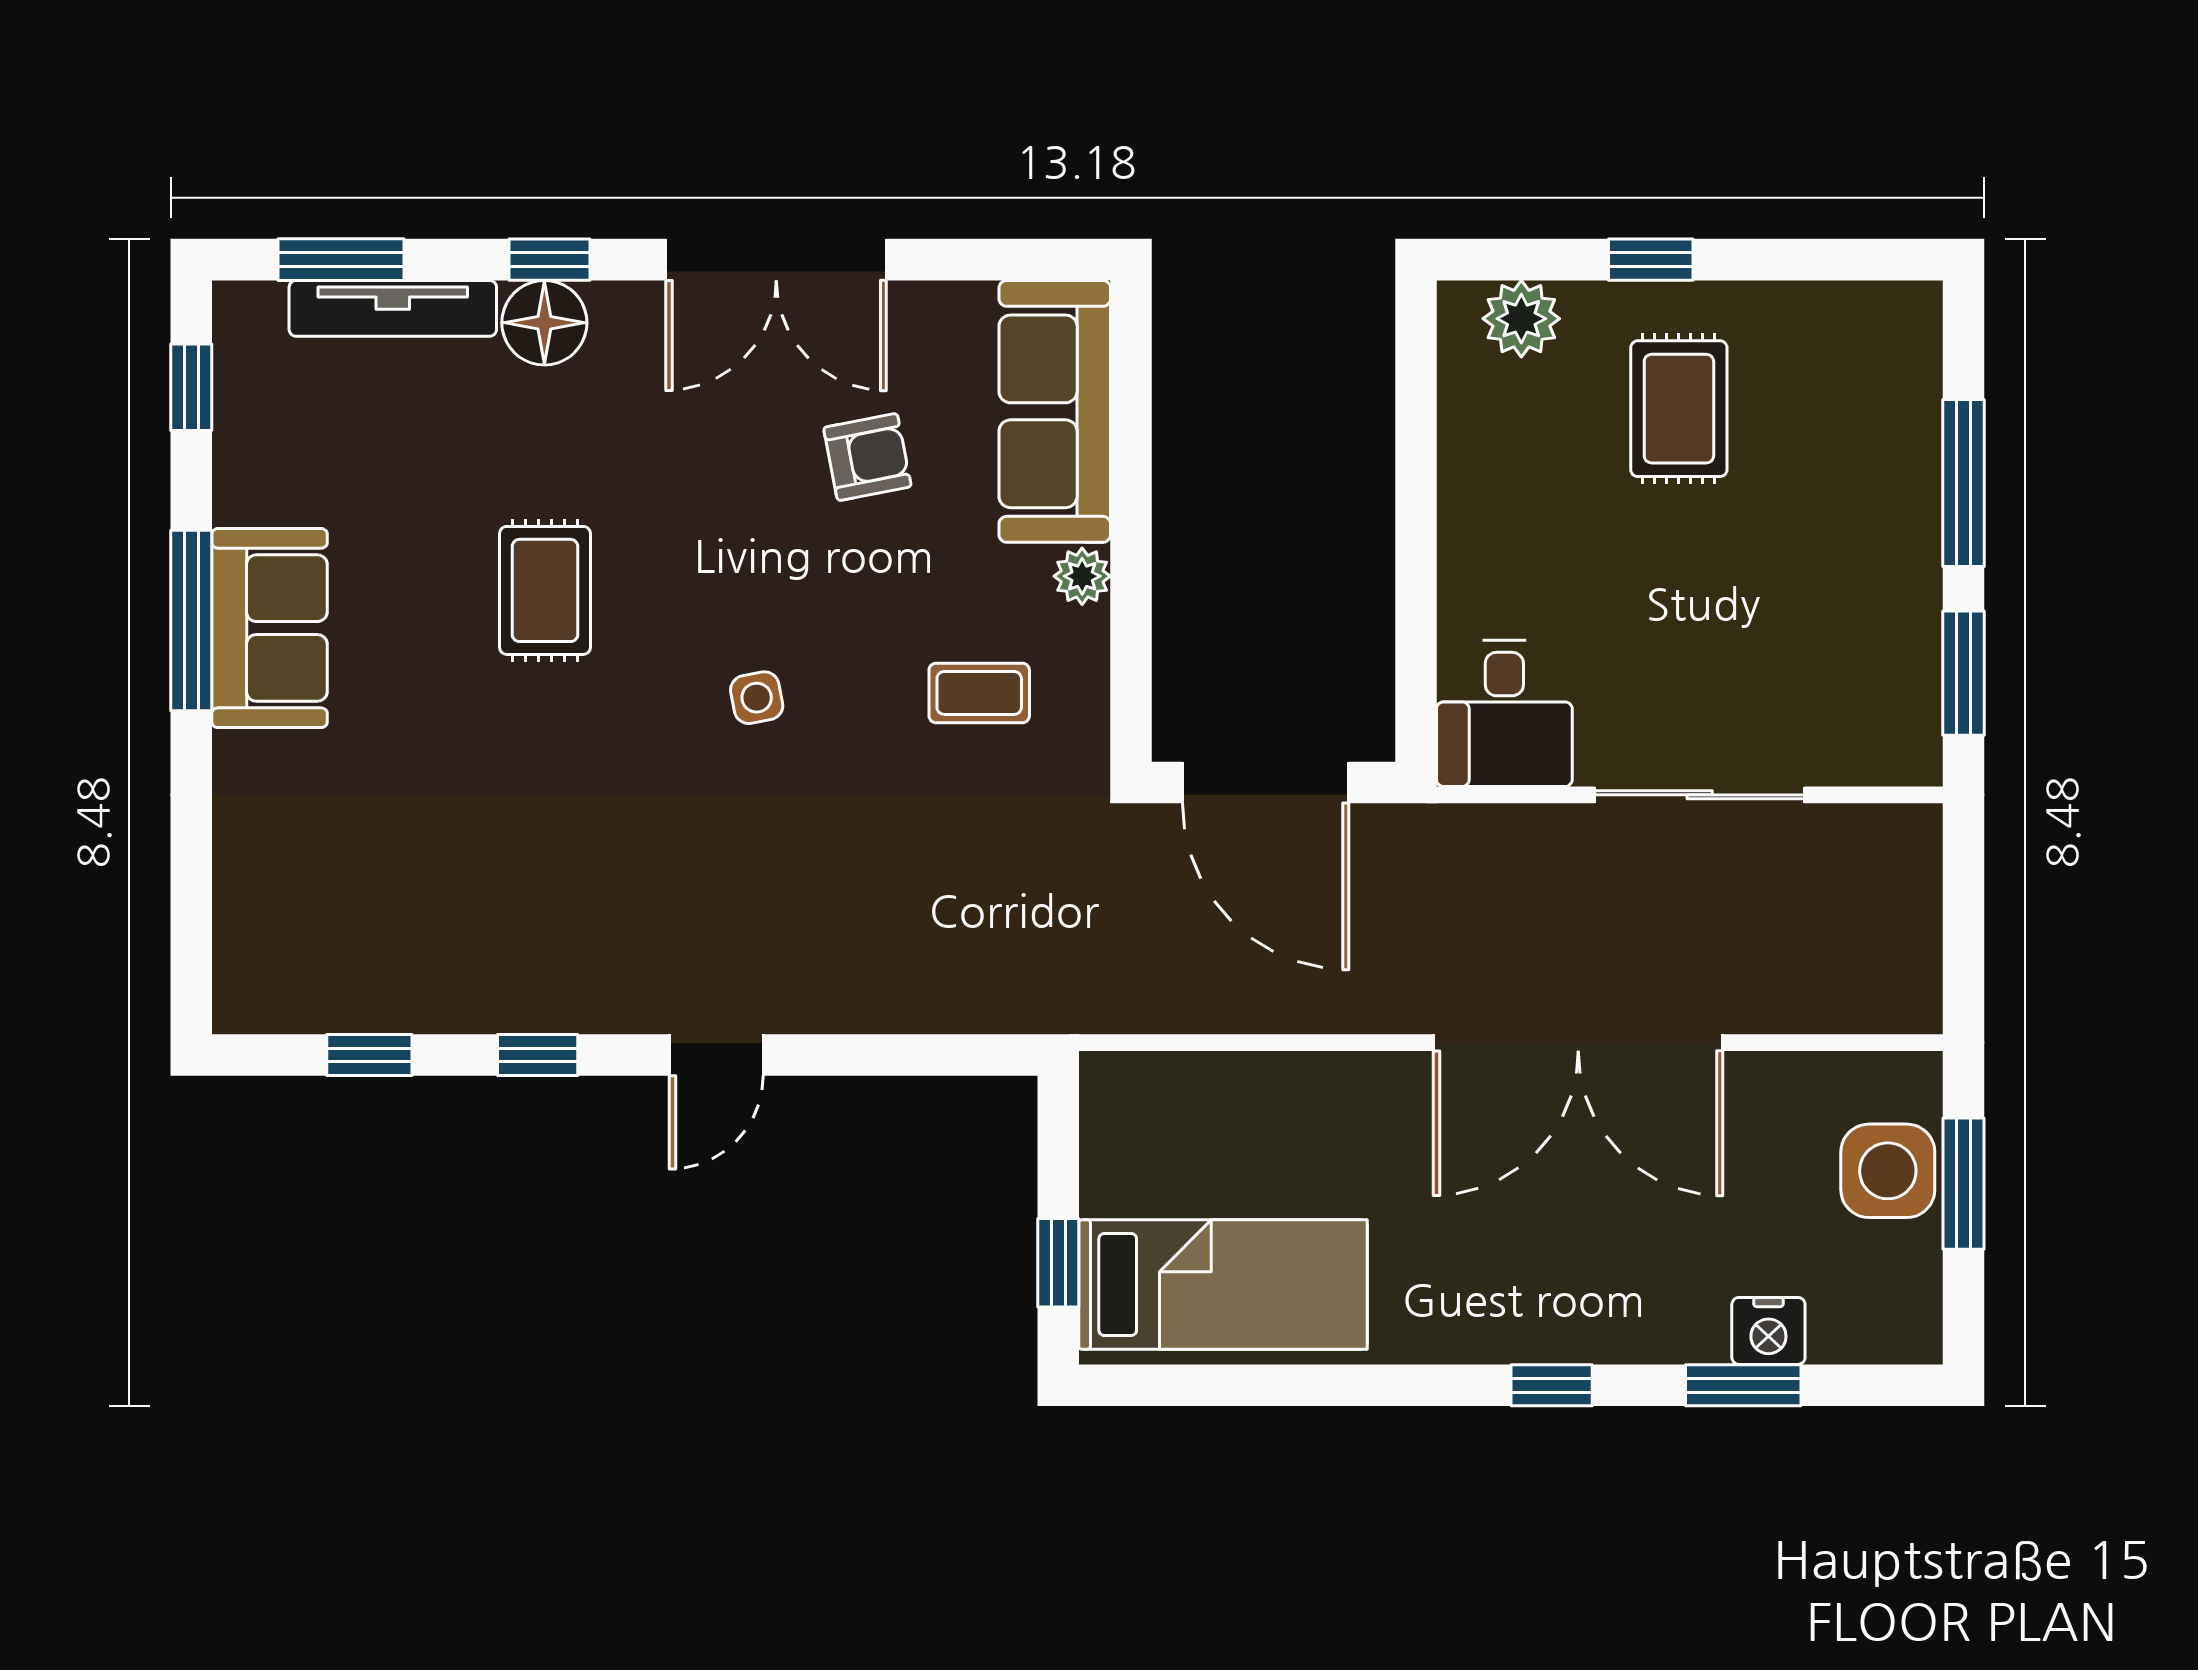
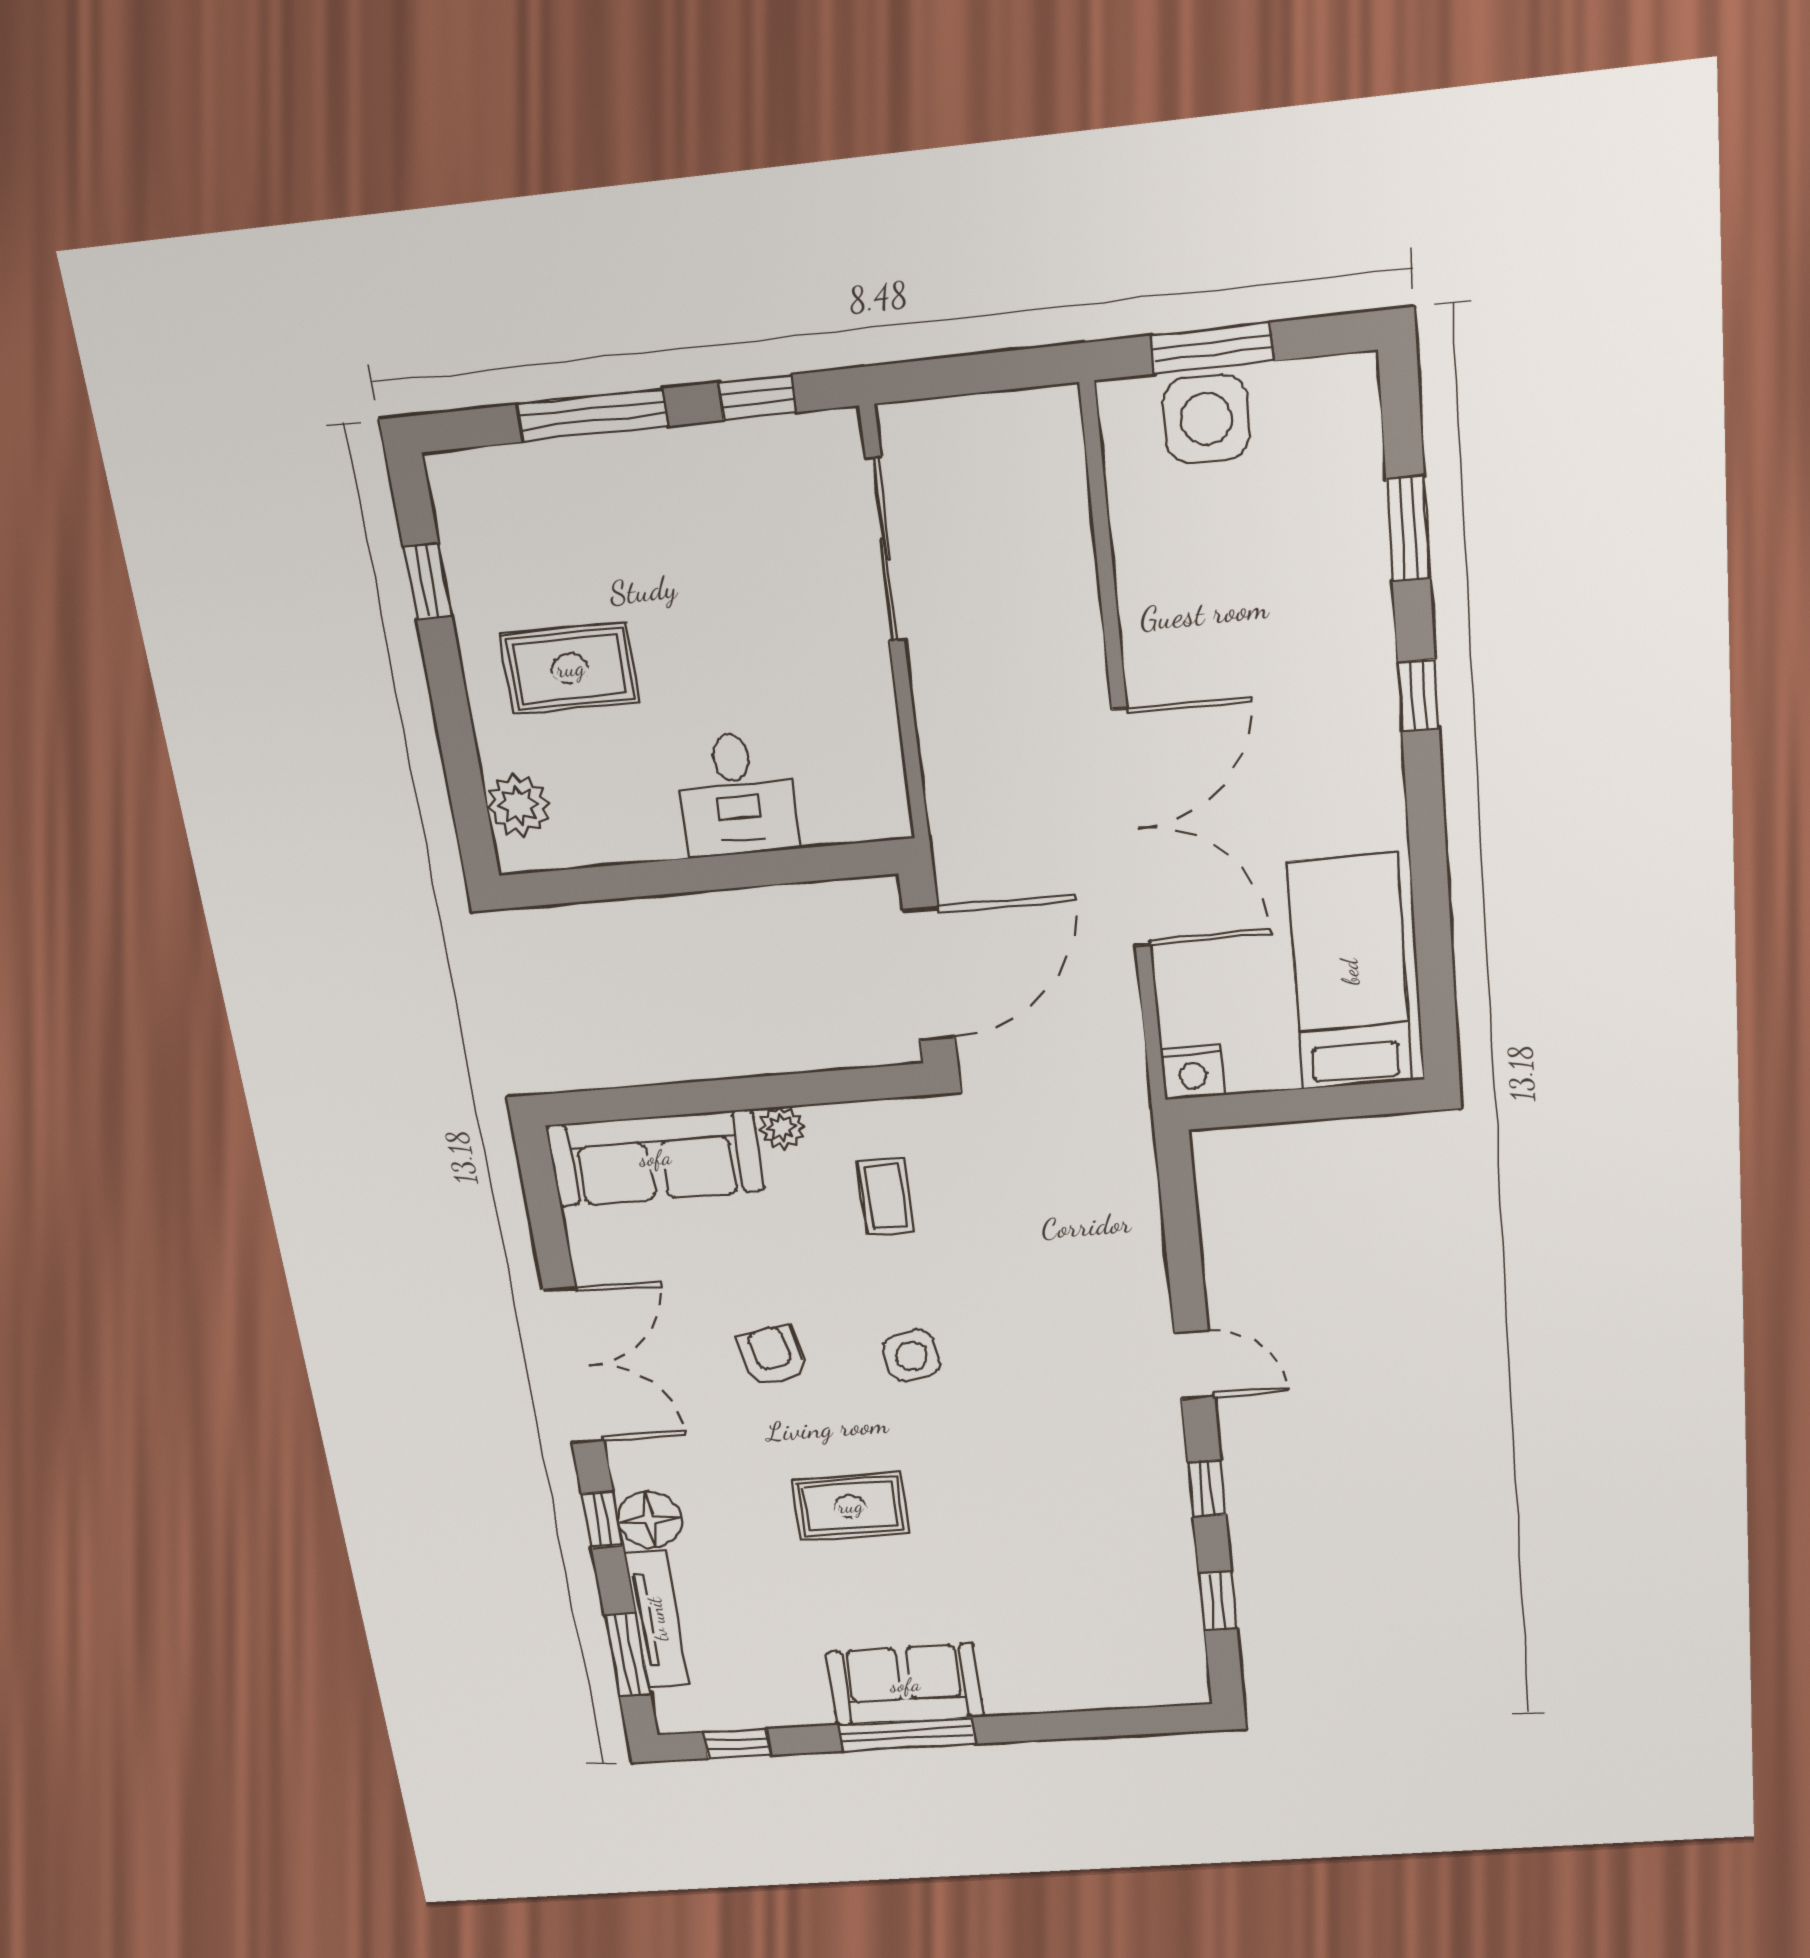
window: (1651, 260) -> (428, 582), moved
armchair: (867, 457) -> (772, 1356), moved
window: (1964, 673) -> (757, 397), width x0.67
side table: (757, 698) -> (912, 1356), width x1.37, depth x1.37
desk: (1504, 714) -> (736, 794), moved, turned 90
sliding door: (1700, 795) -> (885, 550), moved
double door: (1578, 1043) -> (1131, 829), moved
window: (1058, 1263) -> (1341, 1102), removed
nightstand: (1768, 1331) -> (1193, 1072), moved, turned 90

